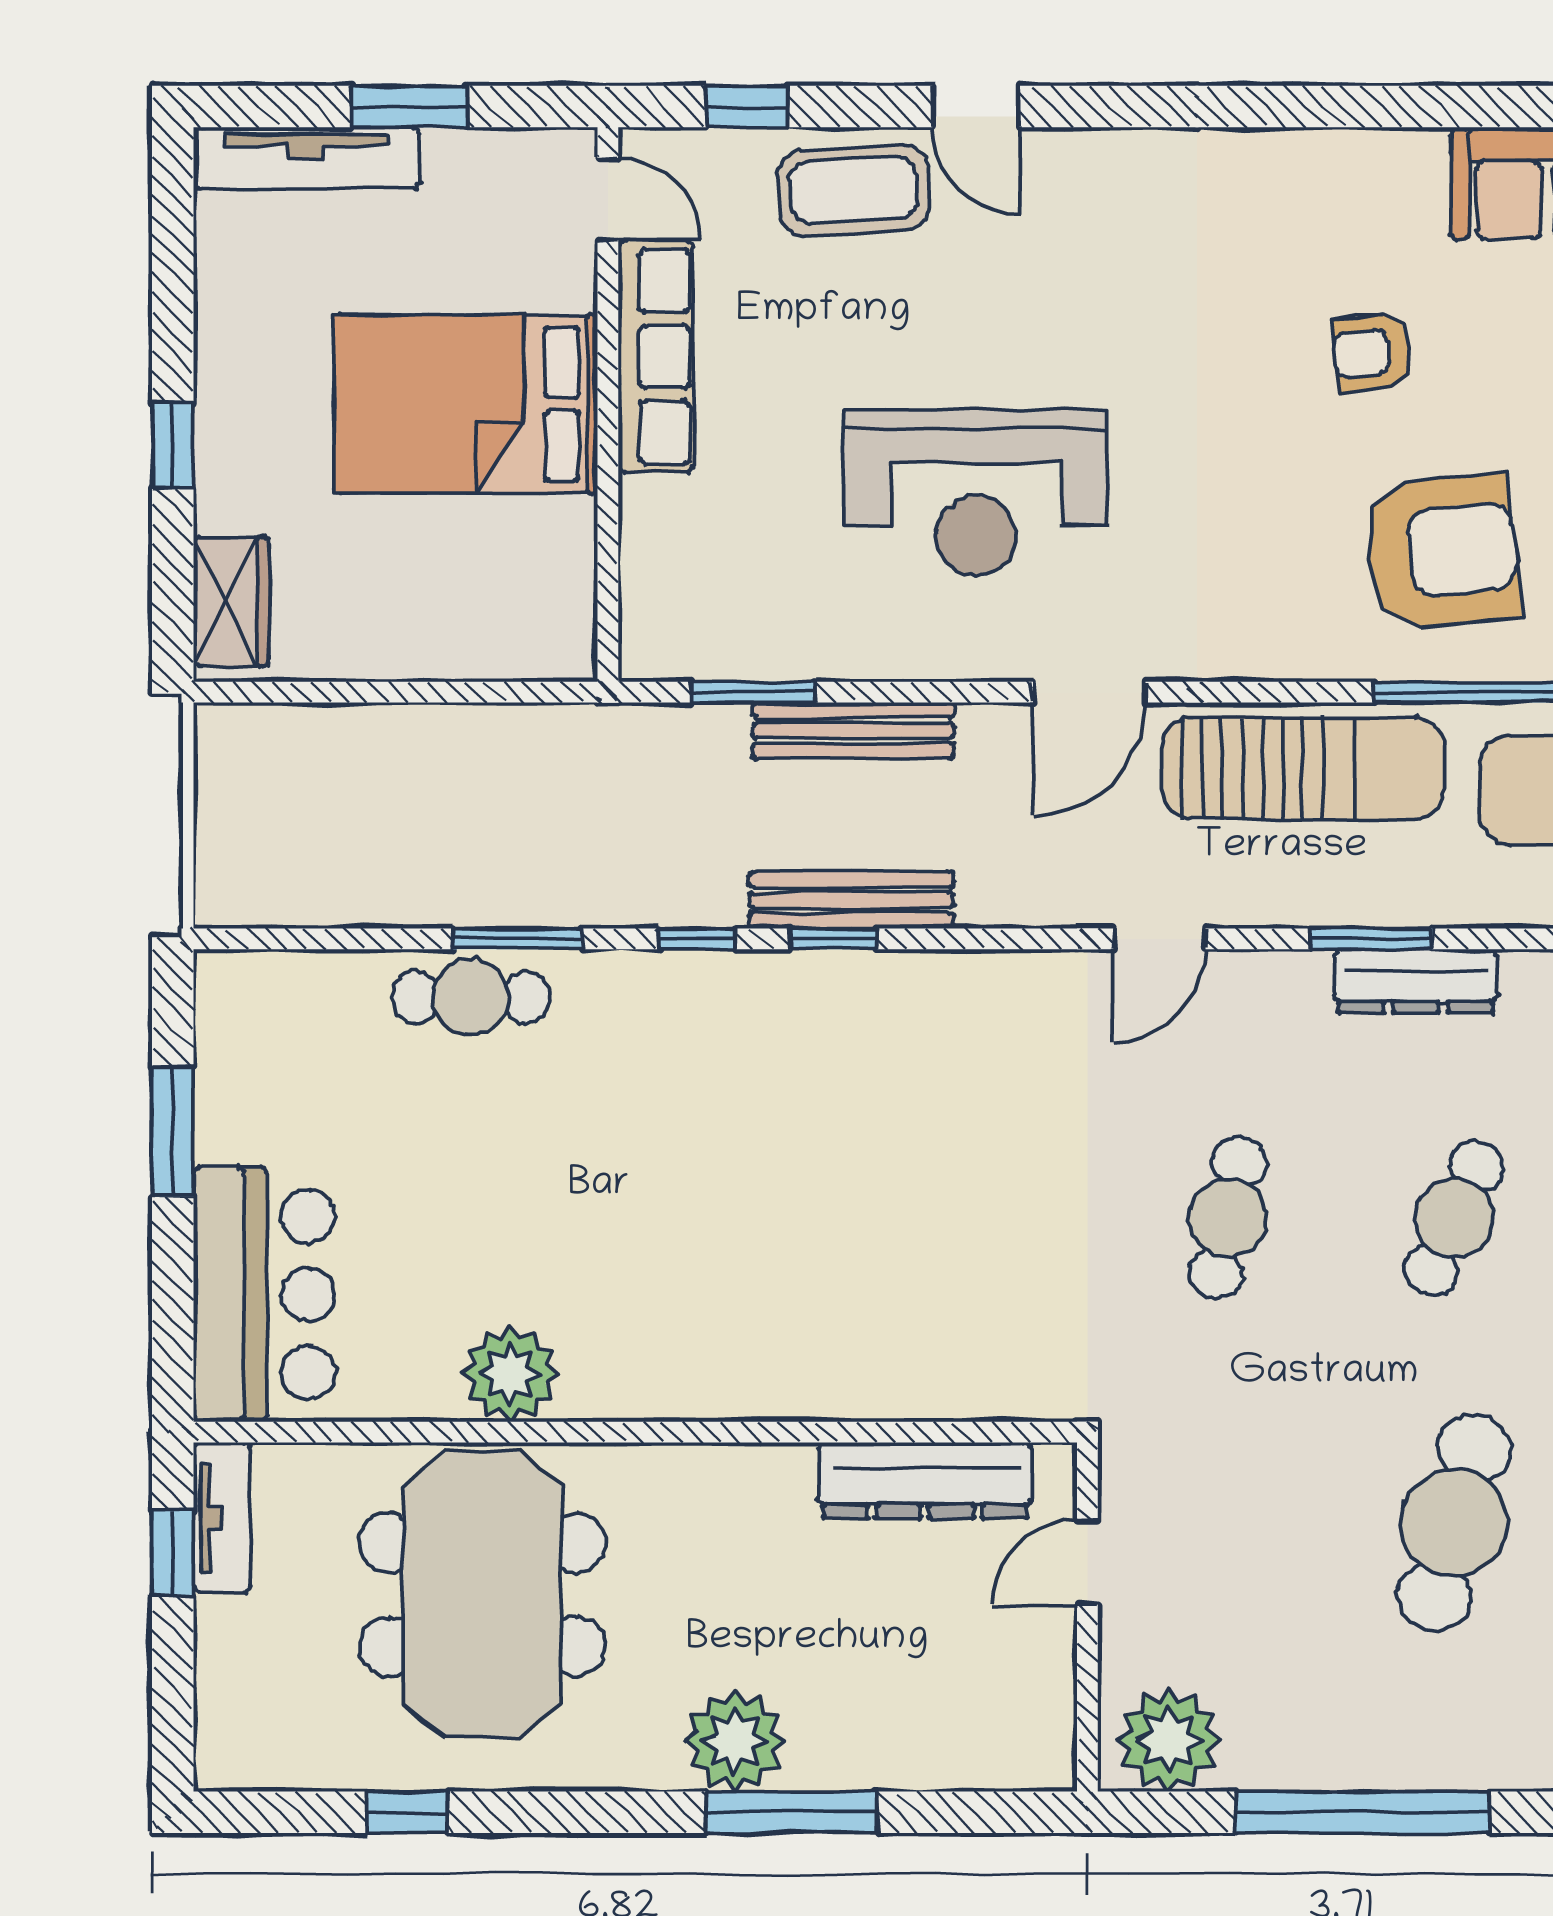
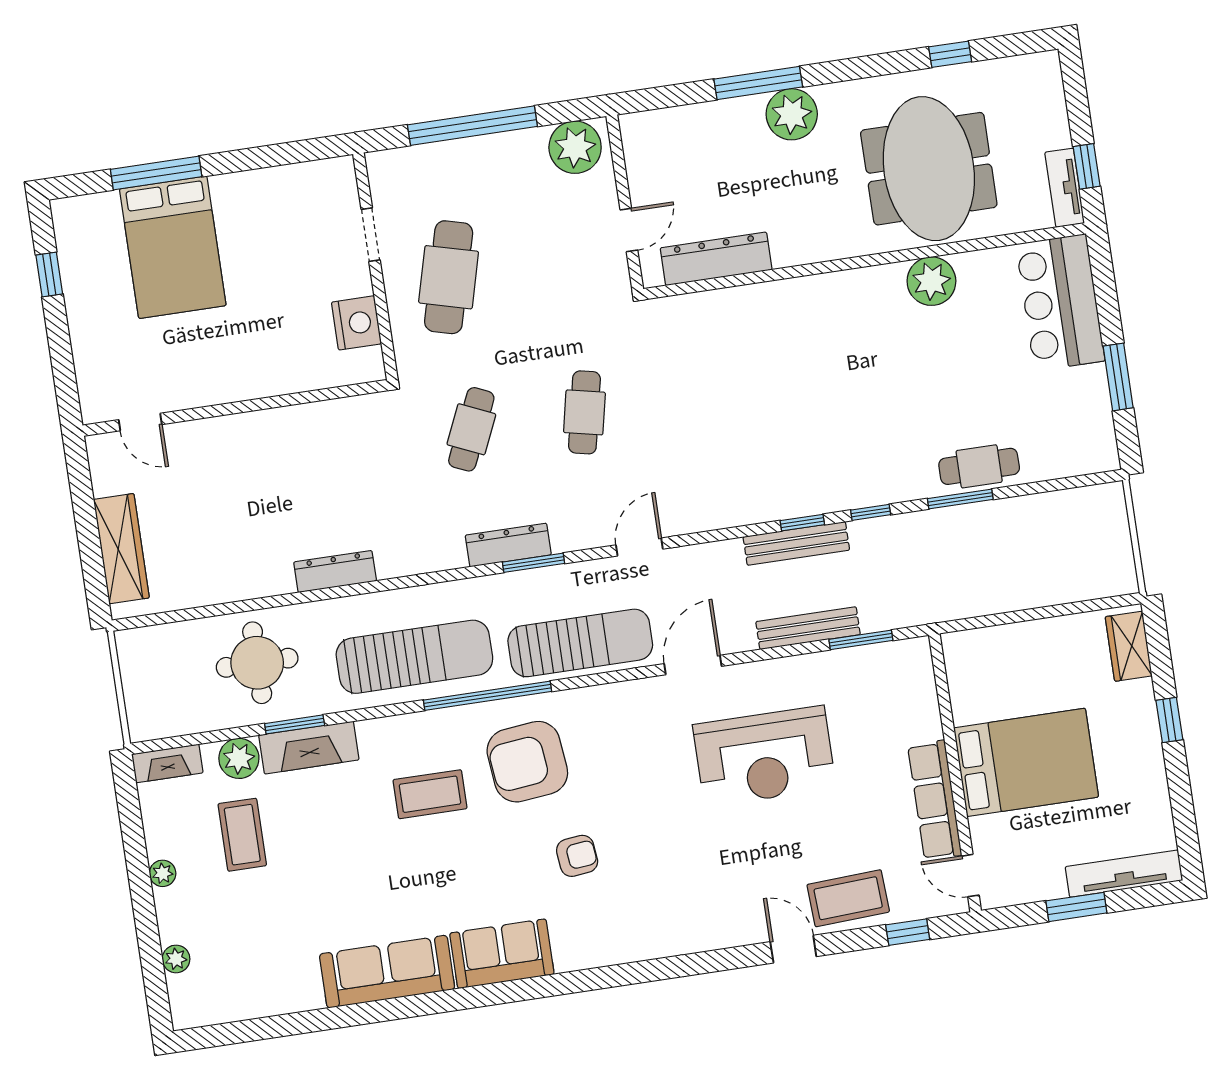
reception desk: (976, 493) -> (764, 756), turned 180
sun lounger: (1303, 768) -> (580, 643), turned 180

